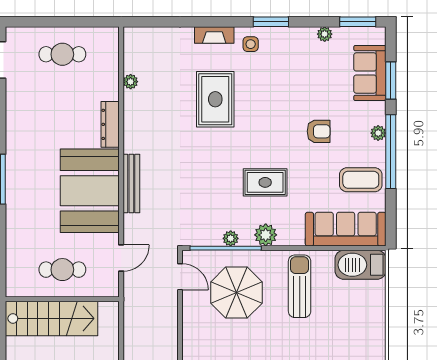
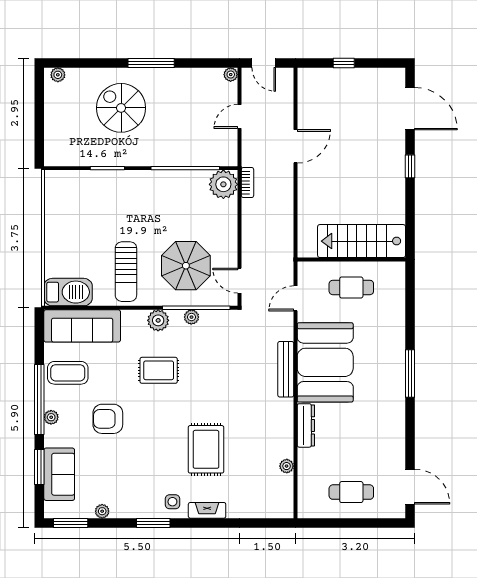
armchair: (319, 131) -> (108, 419), width x1.38, depth x1.38

